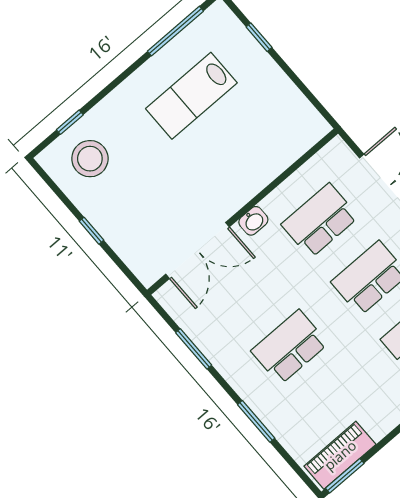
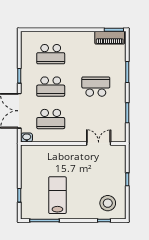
lab bench: (191, 96) -> (57, 195), turned -90
washbasin: (253, 221) -> (27, 137), moved
double door: (197, 250) -> (99, 143), width x0.73
school desk: (290, 347) -> (96, 87), turned 180

